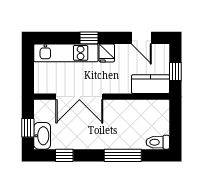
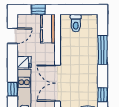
window: (89, 38) -> (12, 89), moved
double door: (79, 97) -> (58, 83), swing flipped
toilet: (158, 142) -> (76, 23), moved

